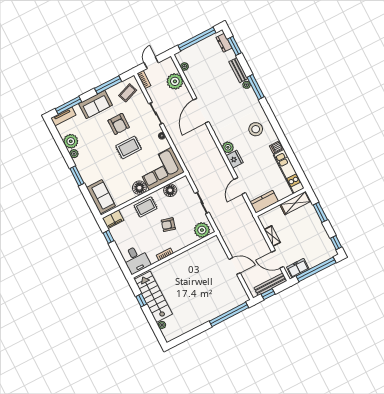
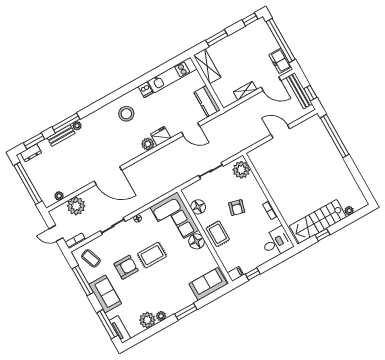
window: (256, 87) -> (66, 123), moved
rug: (129, 147) -> (152, 255), turned 90
filing cabinet: (113, 219) -> (235, 274), width x0.50
door: (278, 259) -> (271, 84), hinge flipped
door: (235, 266) -> (280, 132), hinge flipped

